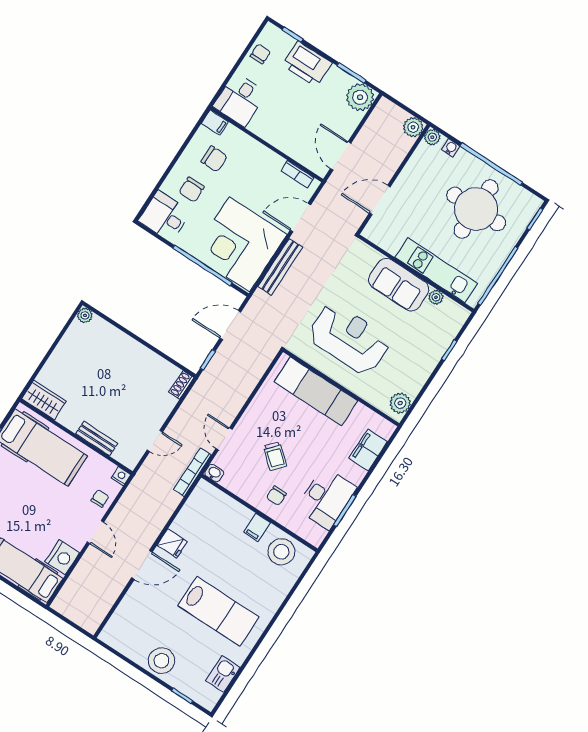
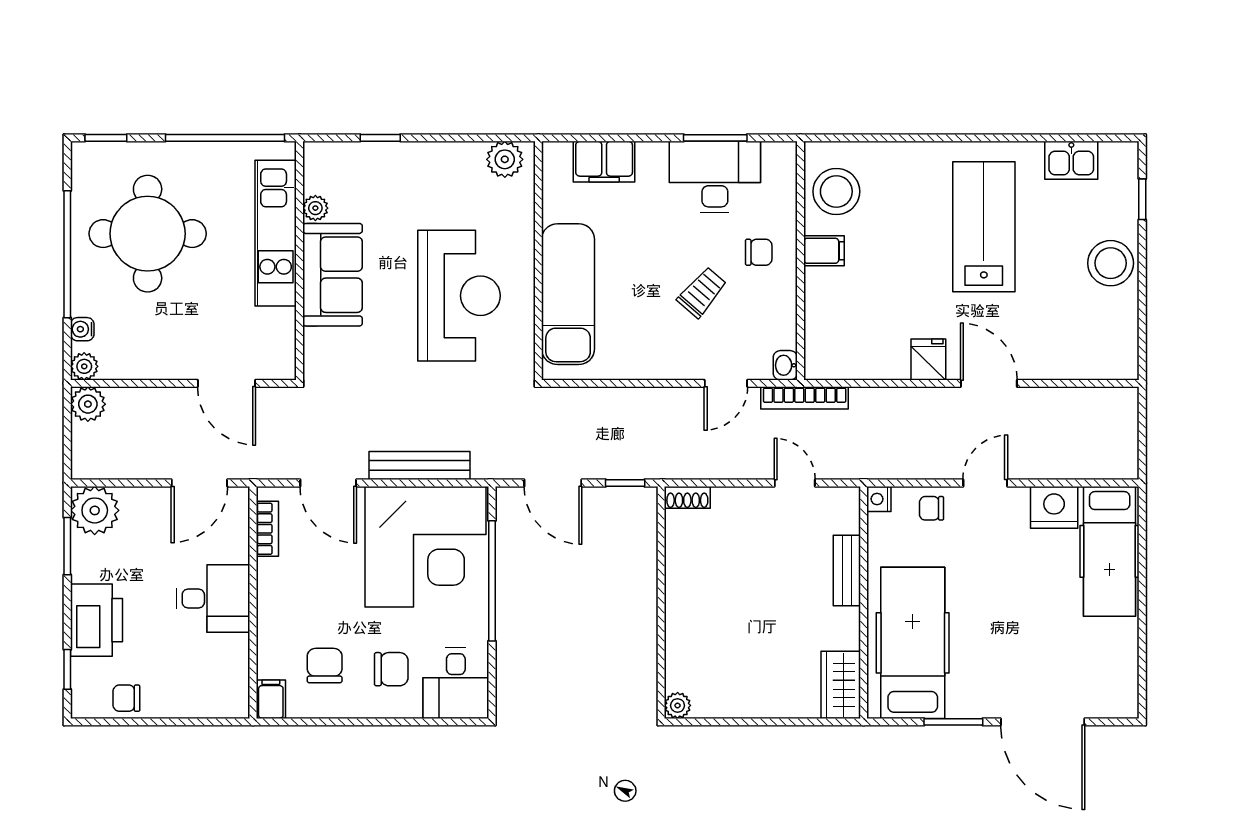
desk: (240, 100) -> (213, 599), moved
reception desk: (349, 339) -> (459, 296), turned 180

